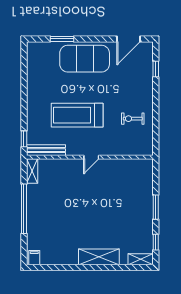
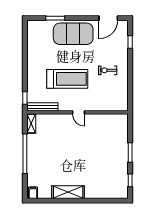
treadmill: (77, 115) -> (67, 79), turned 180
exercise bike: (133, 119) -> (108, 70), moved
door: (91, 157) -> (79, 112), hinge flipped
shelving: (99, 257) -> (68, 192), moved
shelving: (141, 259) -> (118, 194), removed

